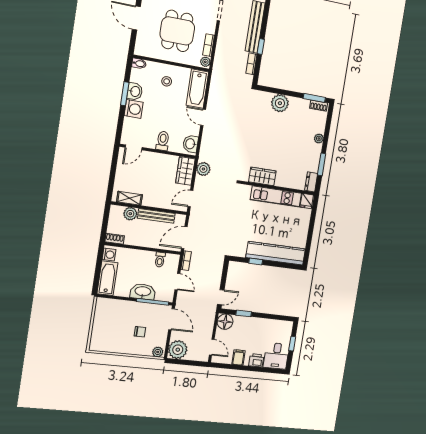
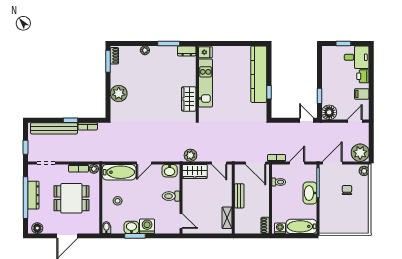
plant: (130, 214) -> (241, 215), removed
bench: (156, 216) -> (239, 196), width x0.73

